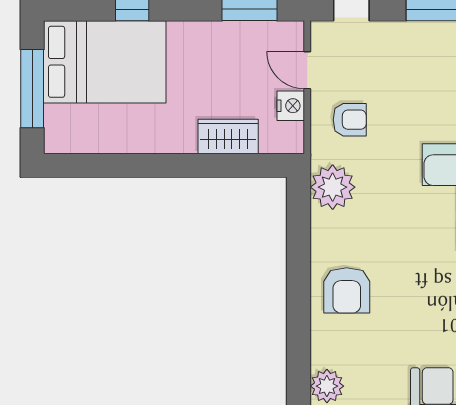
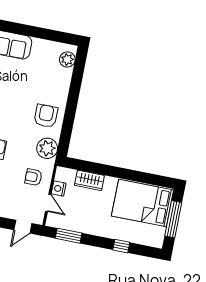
bed: (105, 62) -> (143, 203), moved
armchair: (347, 290) -> (46, 116), moved

